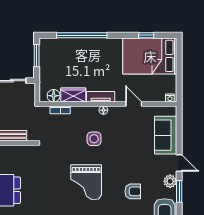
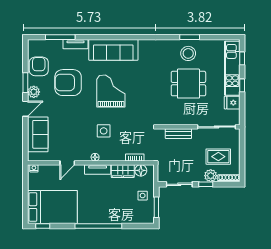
window: (82, 35) -> (98, 226), moved
window: (146, 35) -> (43, 226), moved
side table: (52, 68) -> (143, 196), added
door: (134, 104) -> (67, 163), hinge flipped
door: (179, 163) -> (25, 109), swing flipped
armchair: (133, 191) -> (68, 83), width x1.88, depth x1.88

